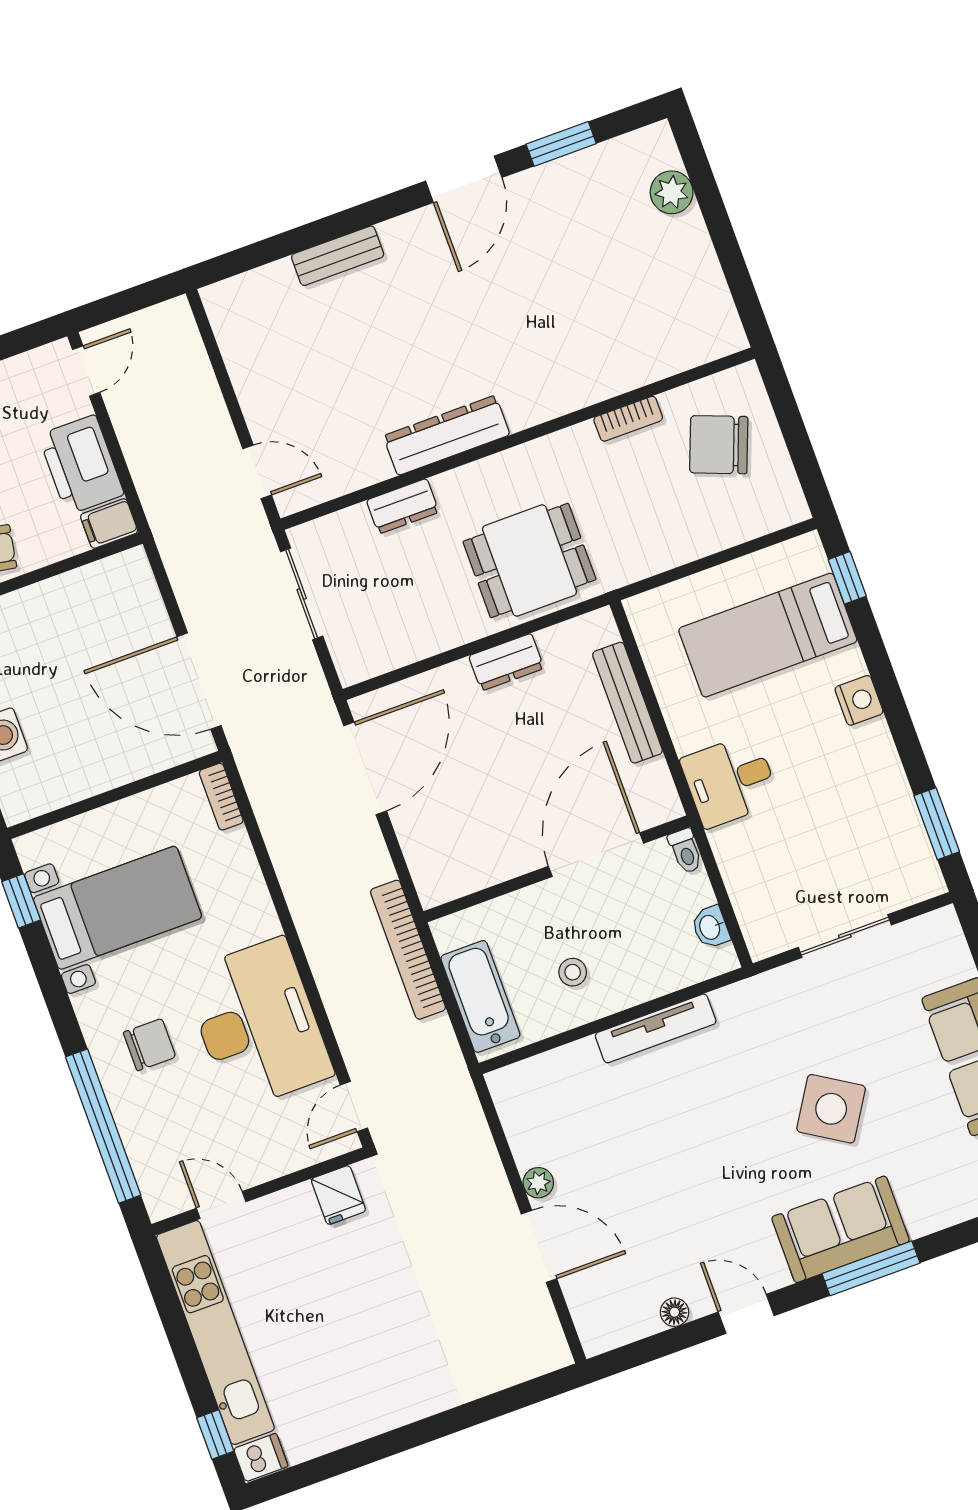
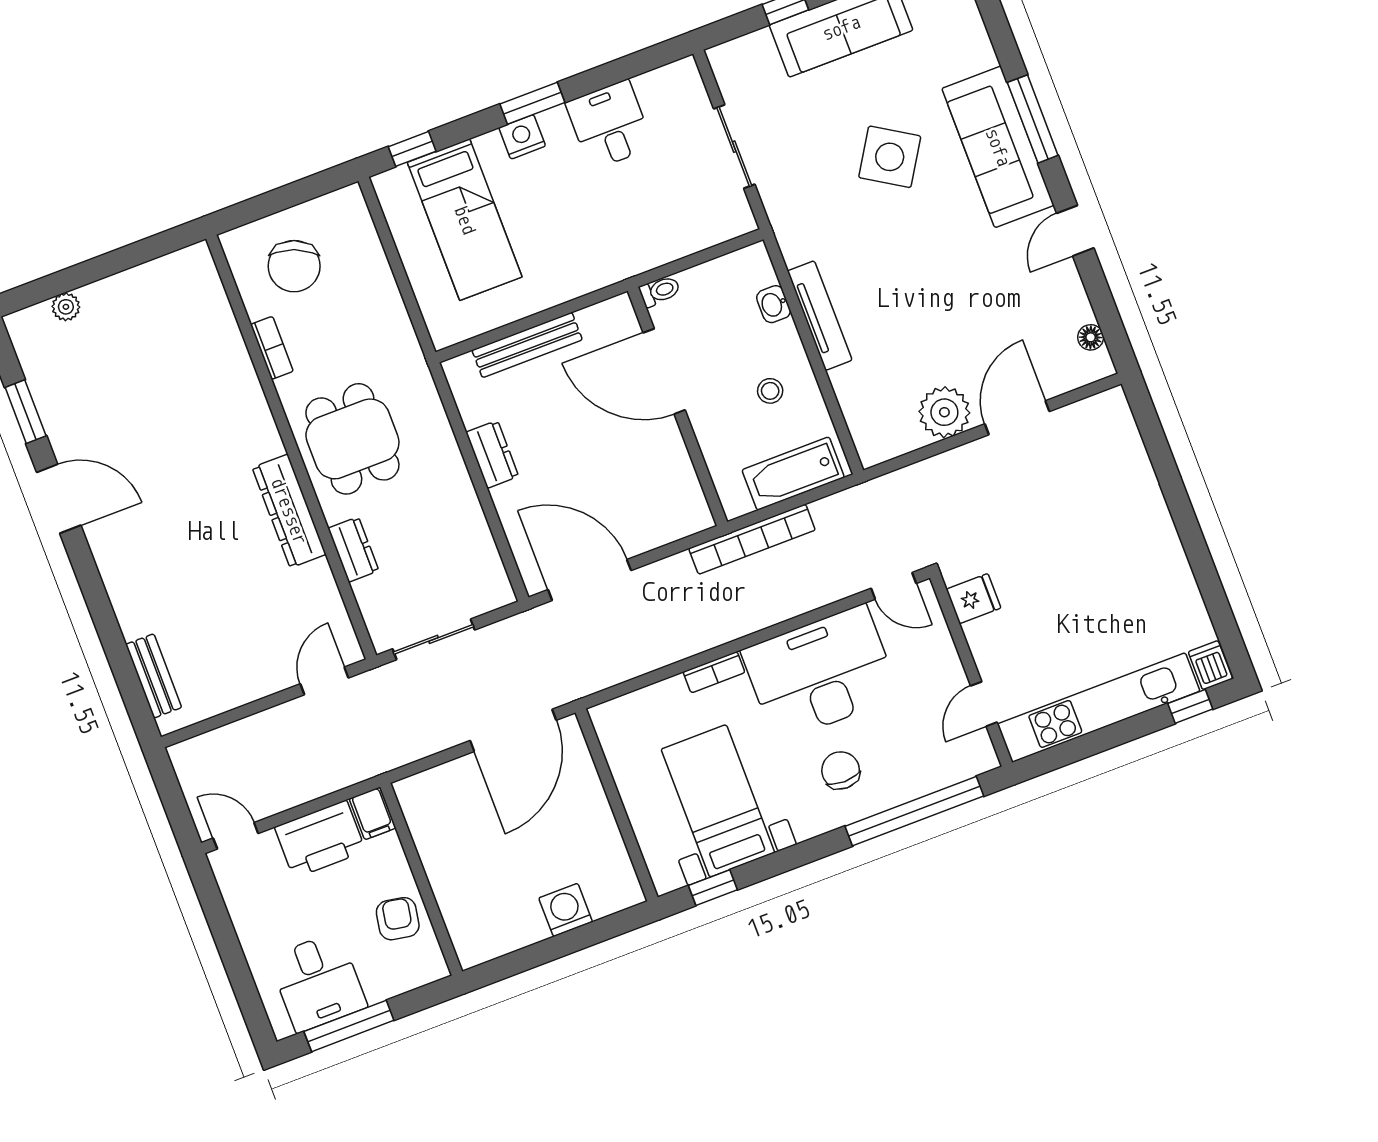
plant: (672, 192) -> (66, 307), width x0.73, depth x0.73
bench: (338, 256) -> (154, 676), moved
dining table: (529, 560) -> (352, 439), moved
desk: (730, 781) -> (610, 125), moved, turned 180
bookcase: (221, 797) -> (714, 672), moved
window: (937, 824) -> (532, 103), moved
washbasin: (710, 927) -> (774, 304), moved, turned 90
plant: (538, 1183) -> (944, 412), width x1.88, depth x1.88
sofa: (841, 1229) -> (998, 147), width x1.36
floor lamp: (674, 1312) -> (1091, 337), moved

